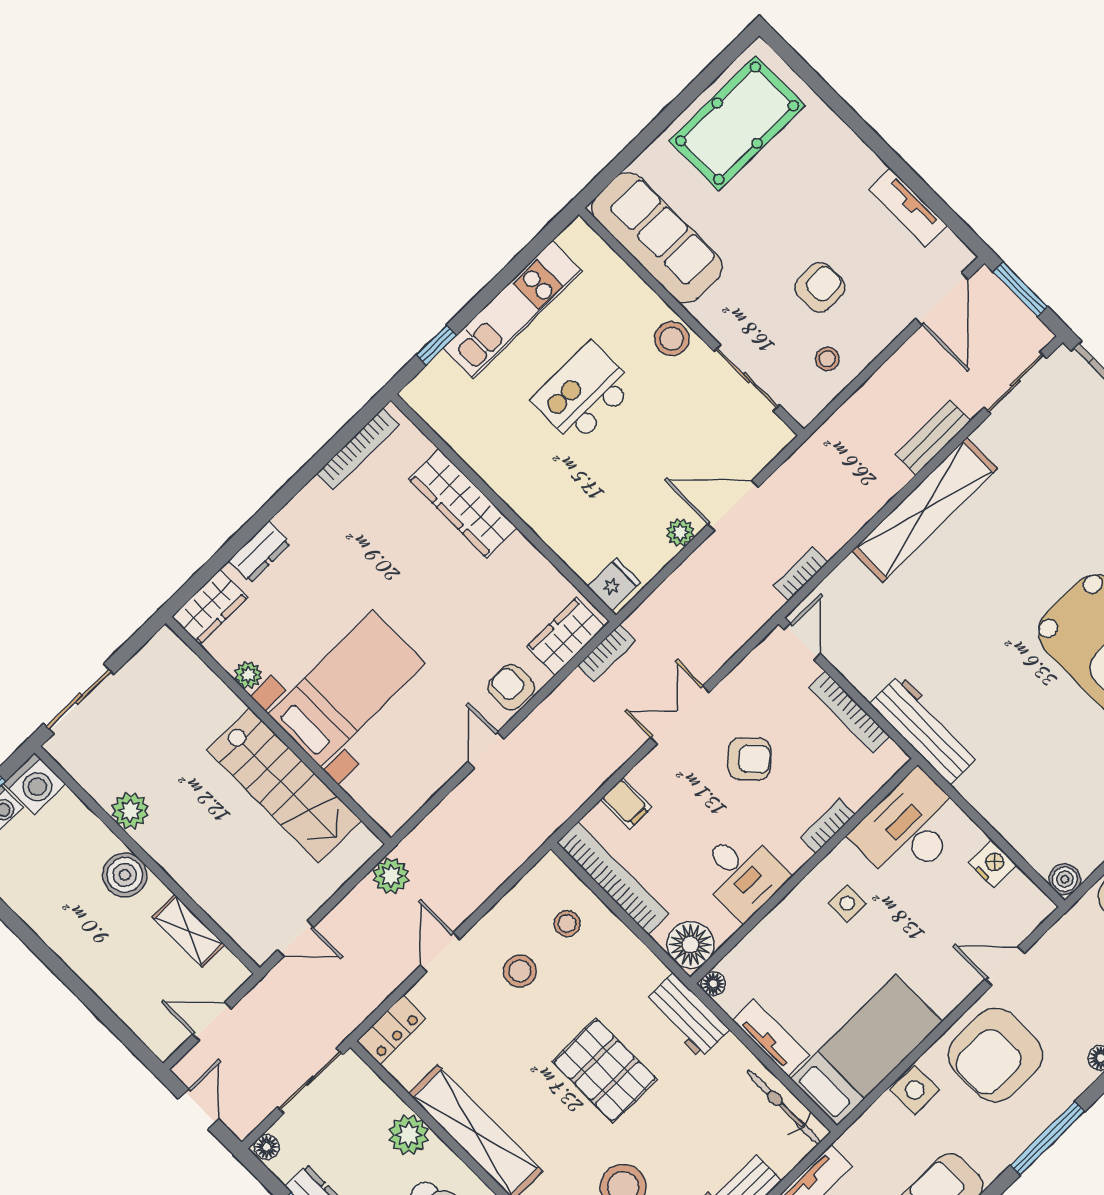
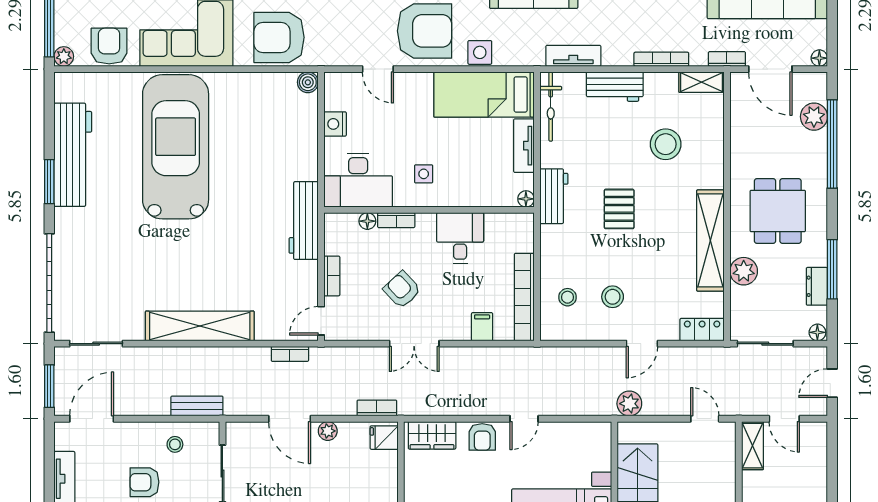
bench: (933, 438) -> (197, 406), moved
bookcase: (607, 653) -> (377, 408), moved
bookcase: (849, 712) -> (332, 276), width x0.64
shelving: (189, 931) -> (752, 446), moved
floor lamp: (690, 945) -> (367, 221), moved, width x0.53, depth x0.53
pallet: (605, 1070) -> (619, 209), width x0.67, depth x0.71

